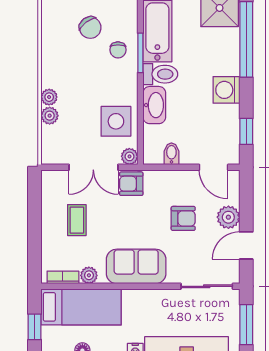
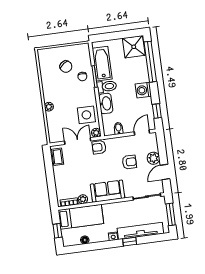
plant: (50, 116) -> (50, 117), removed
double door: (93, 167) -> (78, 141), swing flipped
door: (214, 167) -> (142, 133), swing flipped
coffee table: (77, 220) -> (58, 157), moved

